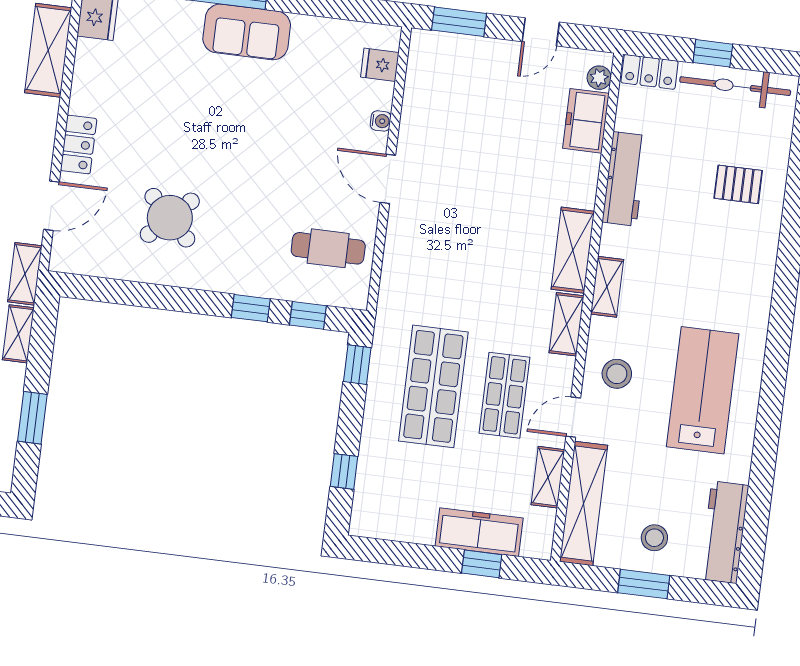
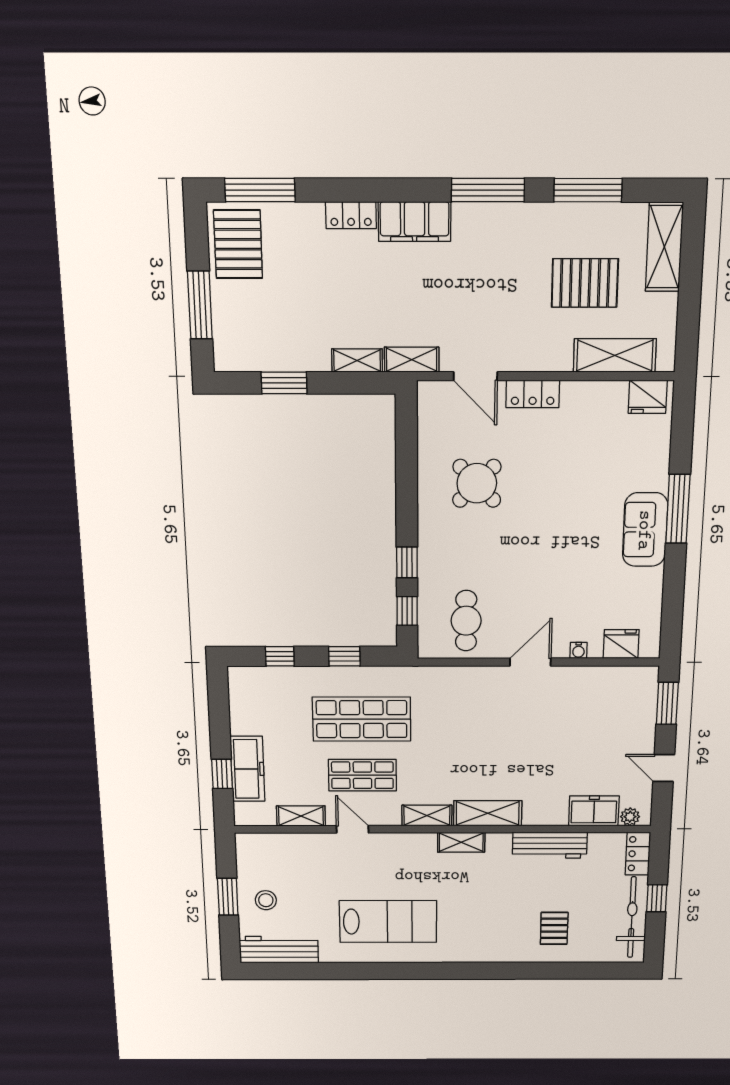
fridge: (380, 65) -> (621, 644), width x1.38
window: (357, 365) -> (344, 656), moved
stool: (617, 374) -> (392, 858), removed
shelving: (584, 503) -> (284, 845), removed

